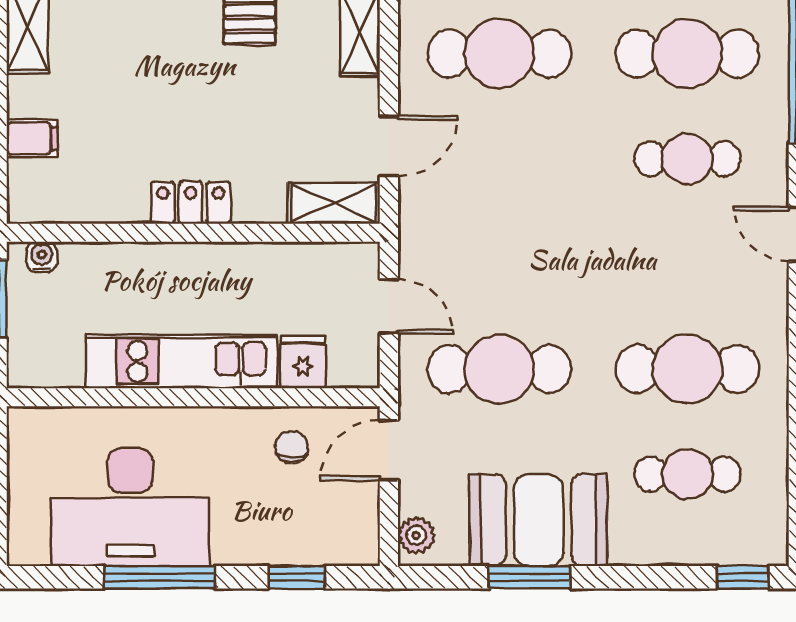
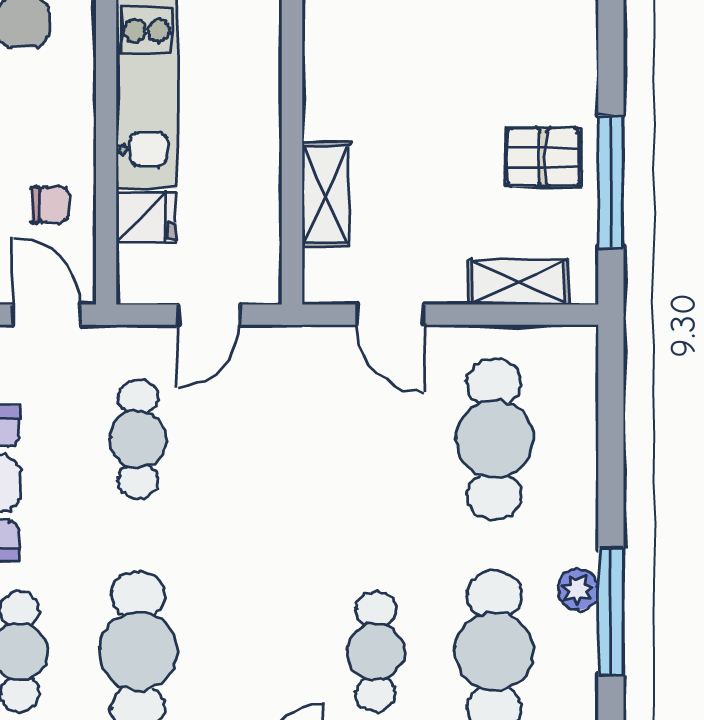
locker: (191, 203) -> (326, 91), removed
shelving: (334, 203) -> (326, 194), moved
cafe table: (499, 369) -> (138, 439), width x0.73, depth x0.74

